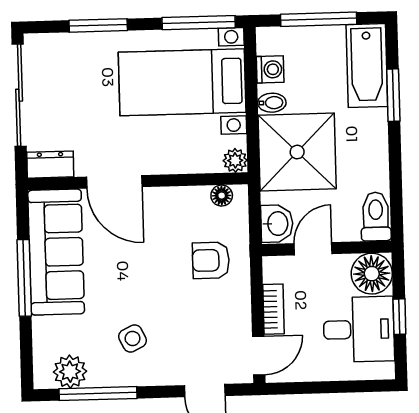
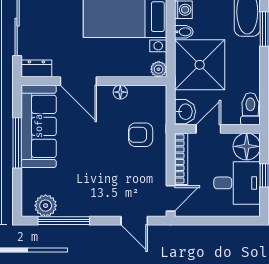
floor lamp: (222, 196) -> (120, 92), moved
bookcase: (273, 309) -> (181, 159), width x1.56
side table: (133, 338) -> (88, 185), removed

